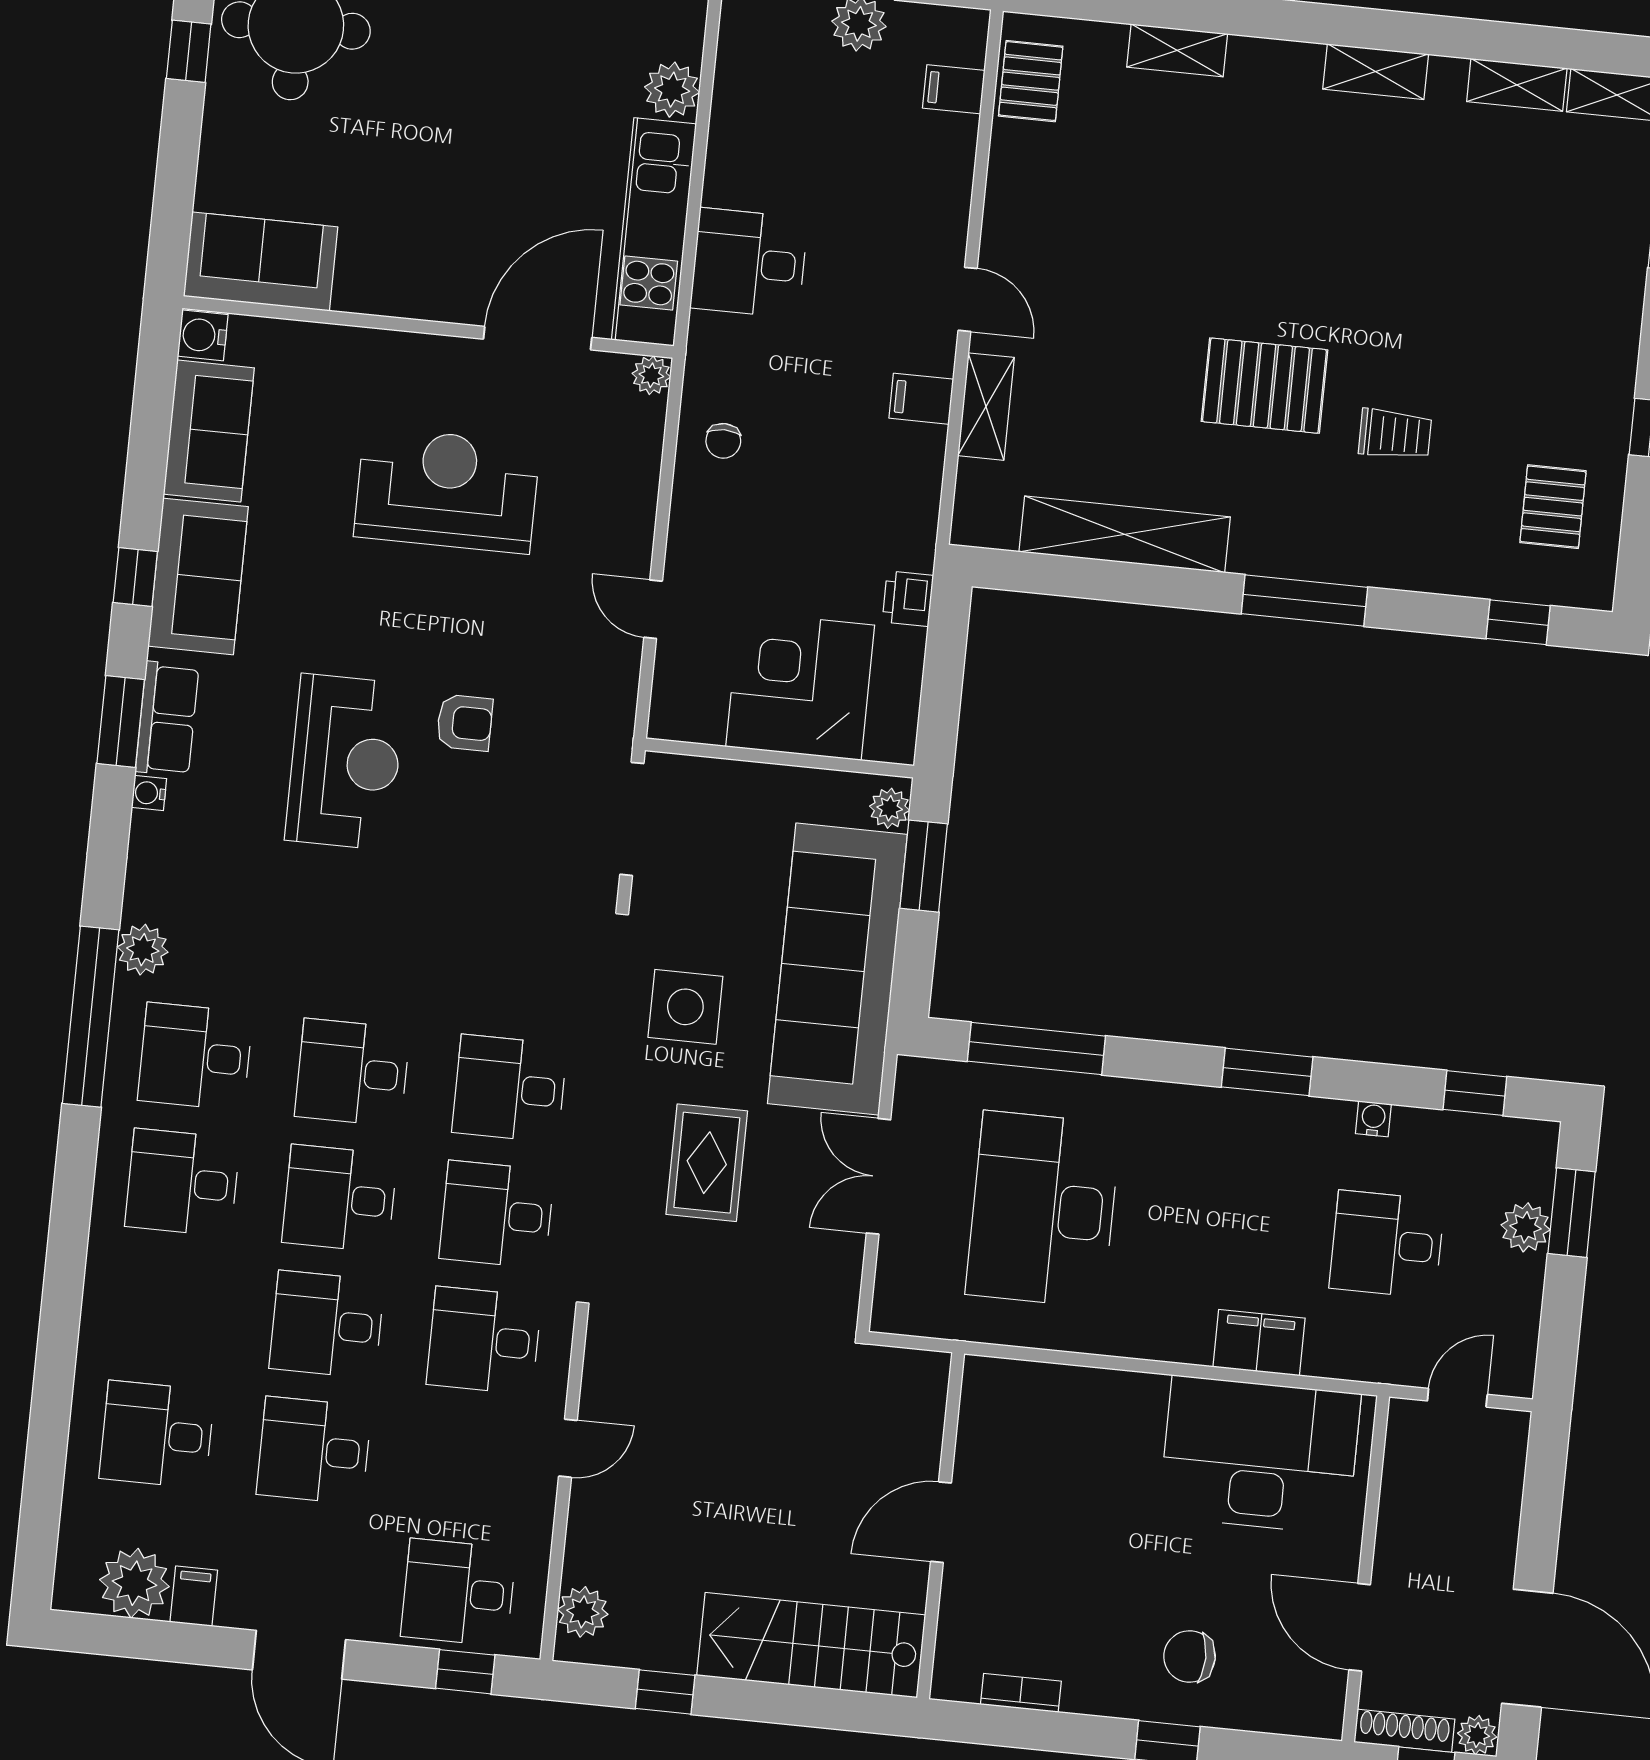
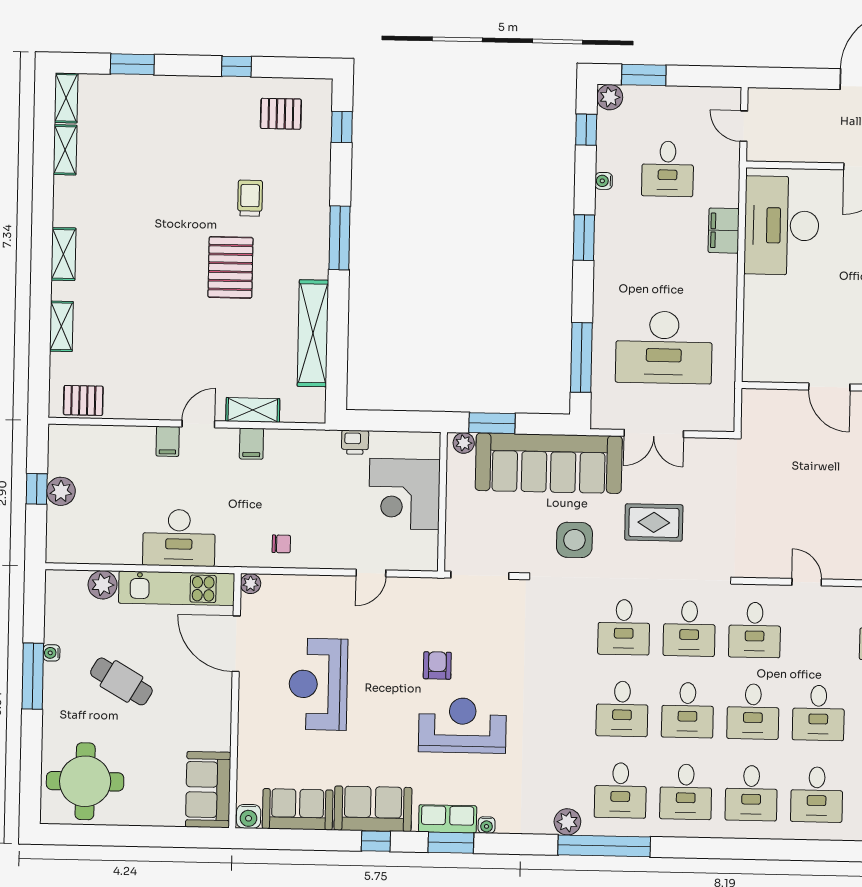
window: (189, 51) -> (103, 835), removed
shelving: (1376, 72) -> (63, 254), moved
filing cabinet: (954, 89) -> (168, 441), moved
cafe table: (483, 111) -> (121, 681), added
desk: (749, 263) -> (179, 538), width x1.37
plant: (1526, 1227) -> (610, 97), moved
desk: (170, 1309) -> (751, 793), added

